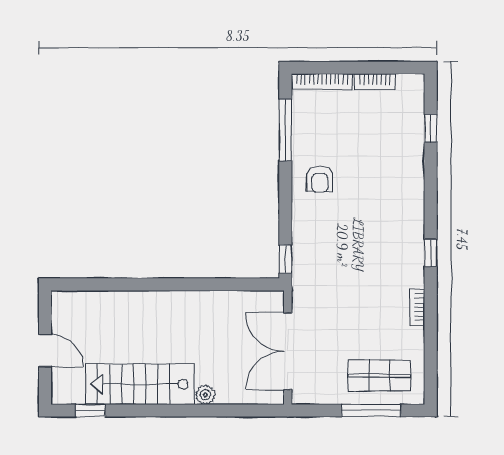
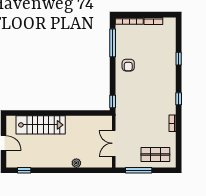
window: (431, 128) -> (179, 59), moved
double door: (288, 351) -> (114, 143), width x0.73
stairs: (140, 384) -> (41, 125), moved, turned 180
window: (371, 411) -> (139, 170), moved

